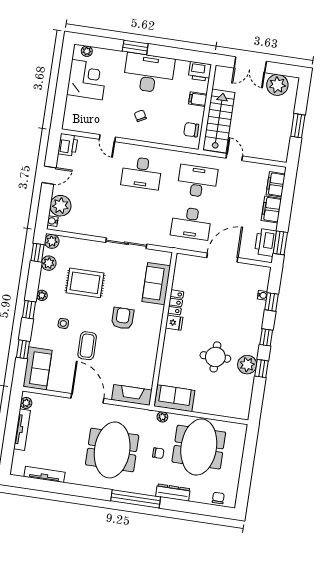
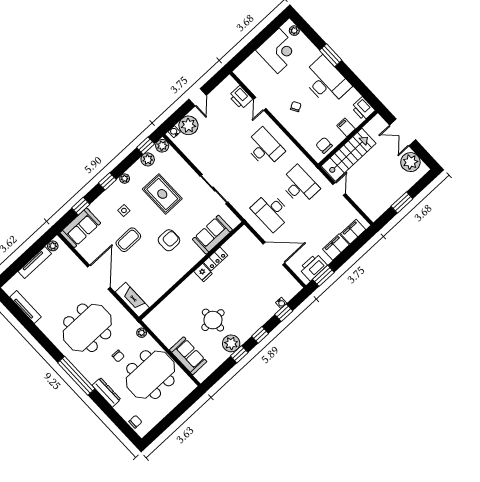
printer: (68, 145) -> (241, 97), moved, turned 90
desk: (142, 173) -> (264, 148), turned 180
door: (49, 175) -> (198, 97), hinge flipped
sofa: (175, 398) -> (188, 356), moved

